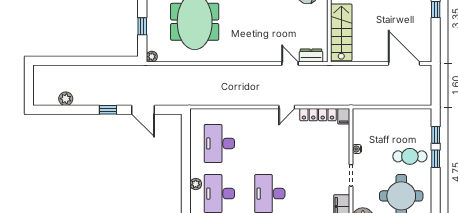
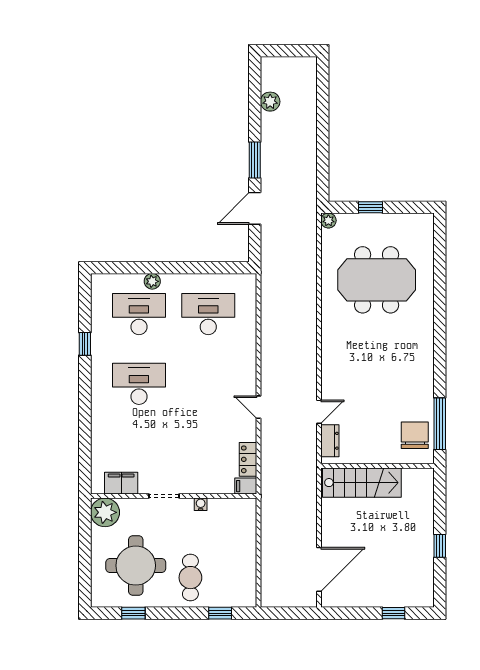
window: (108, 110) -> (255, 160), width x1.50
locker: (318, 115) -> (248, 459), width x0.66
window: (436, 159) -> (133, 613), moved

